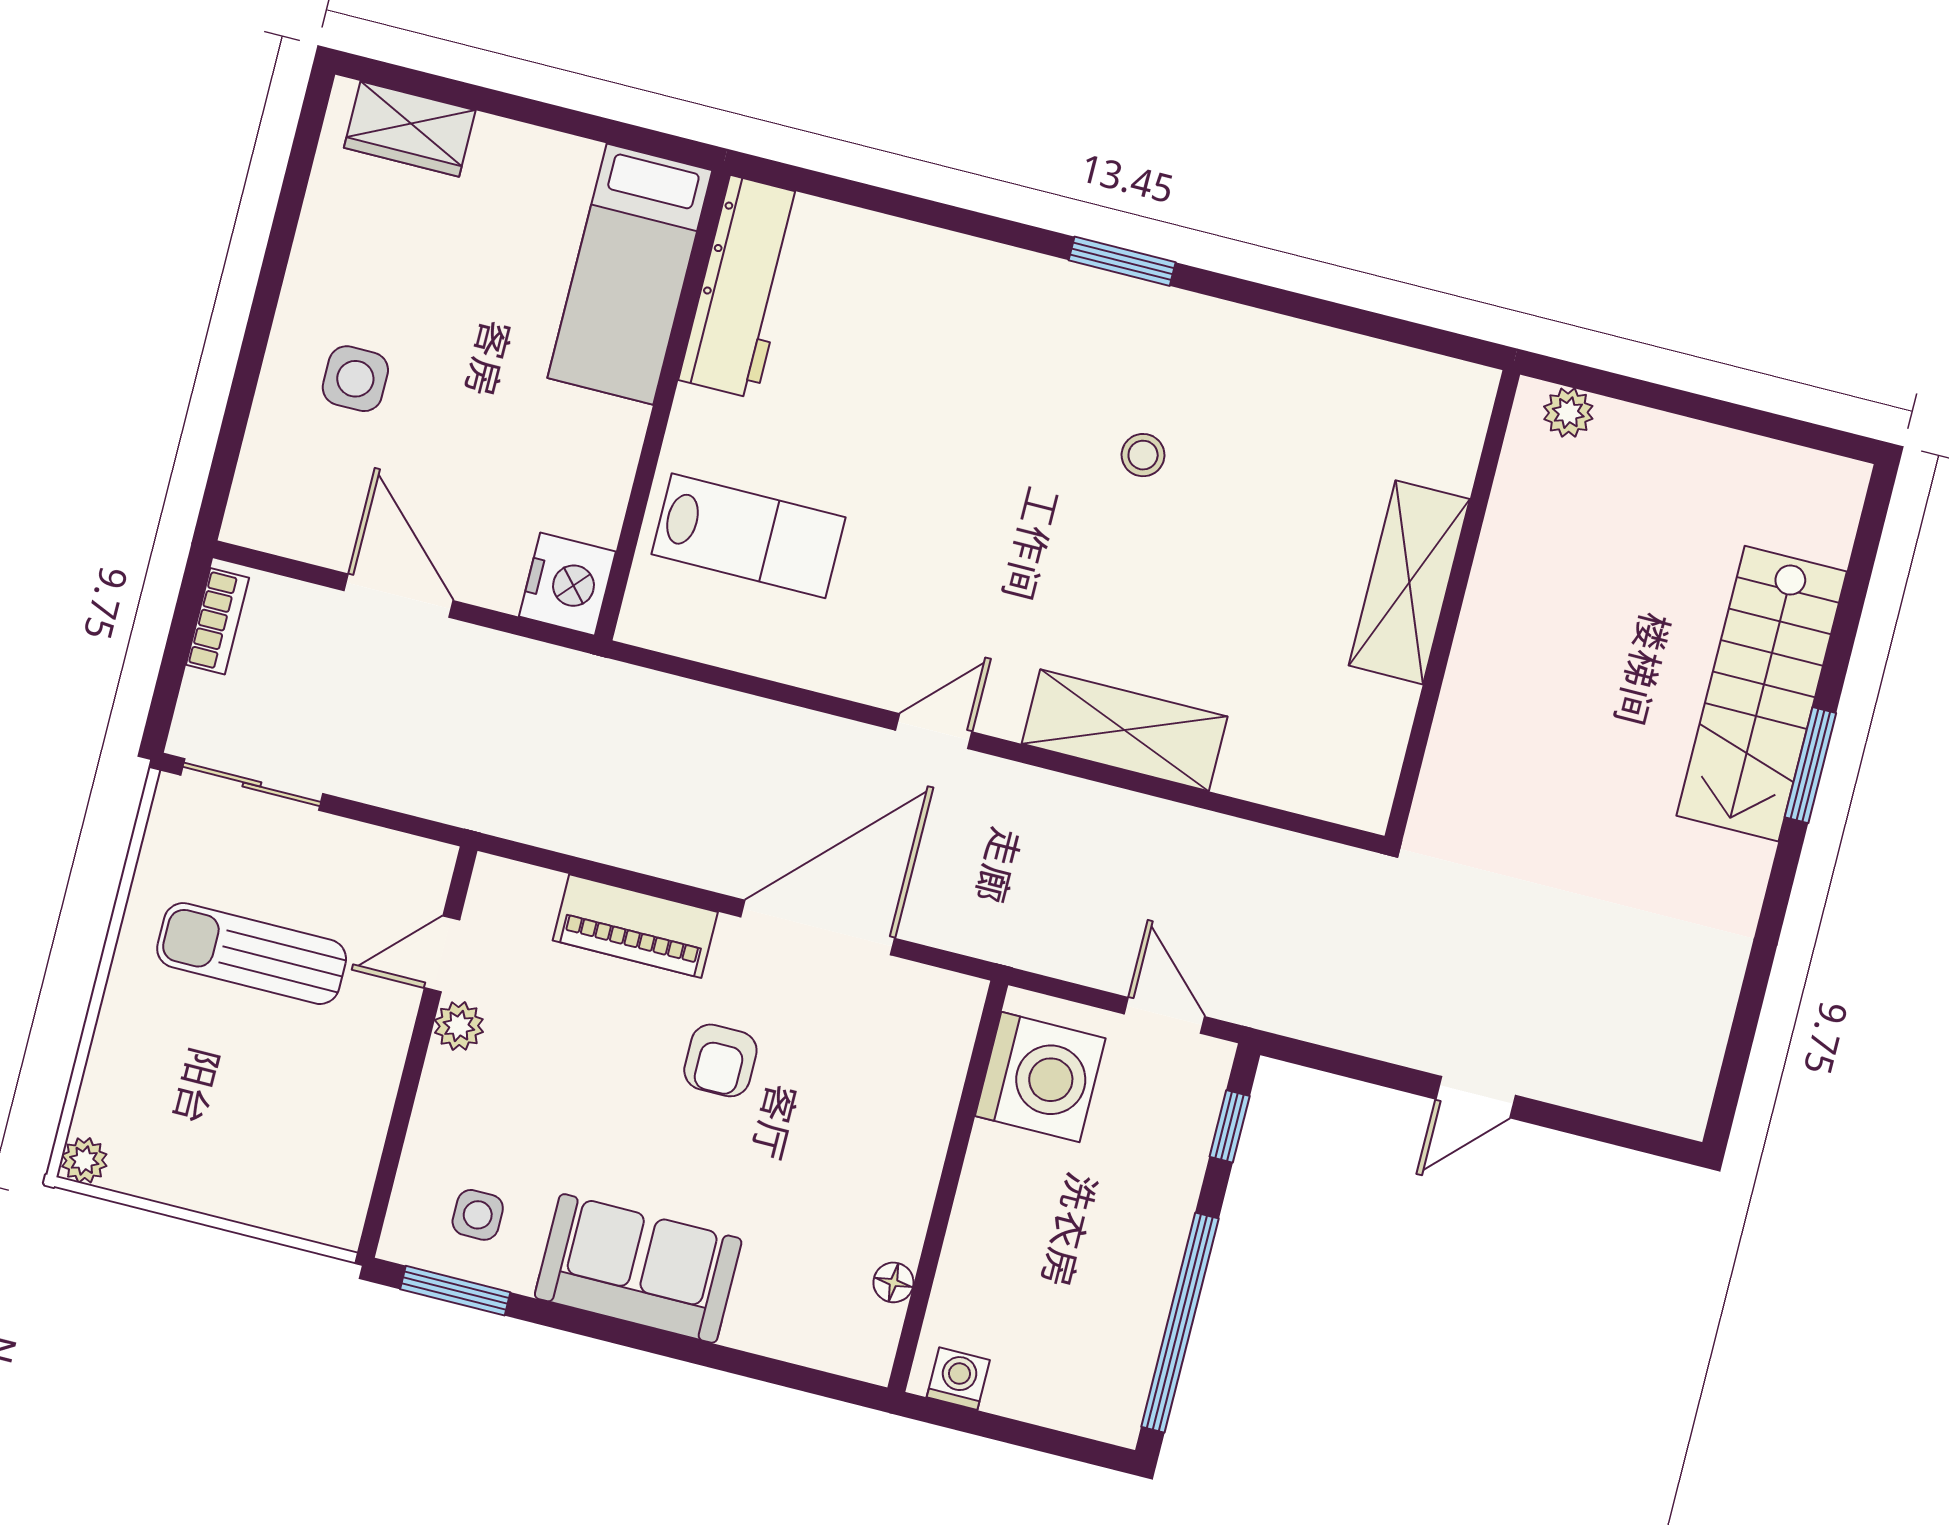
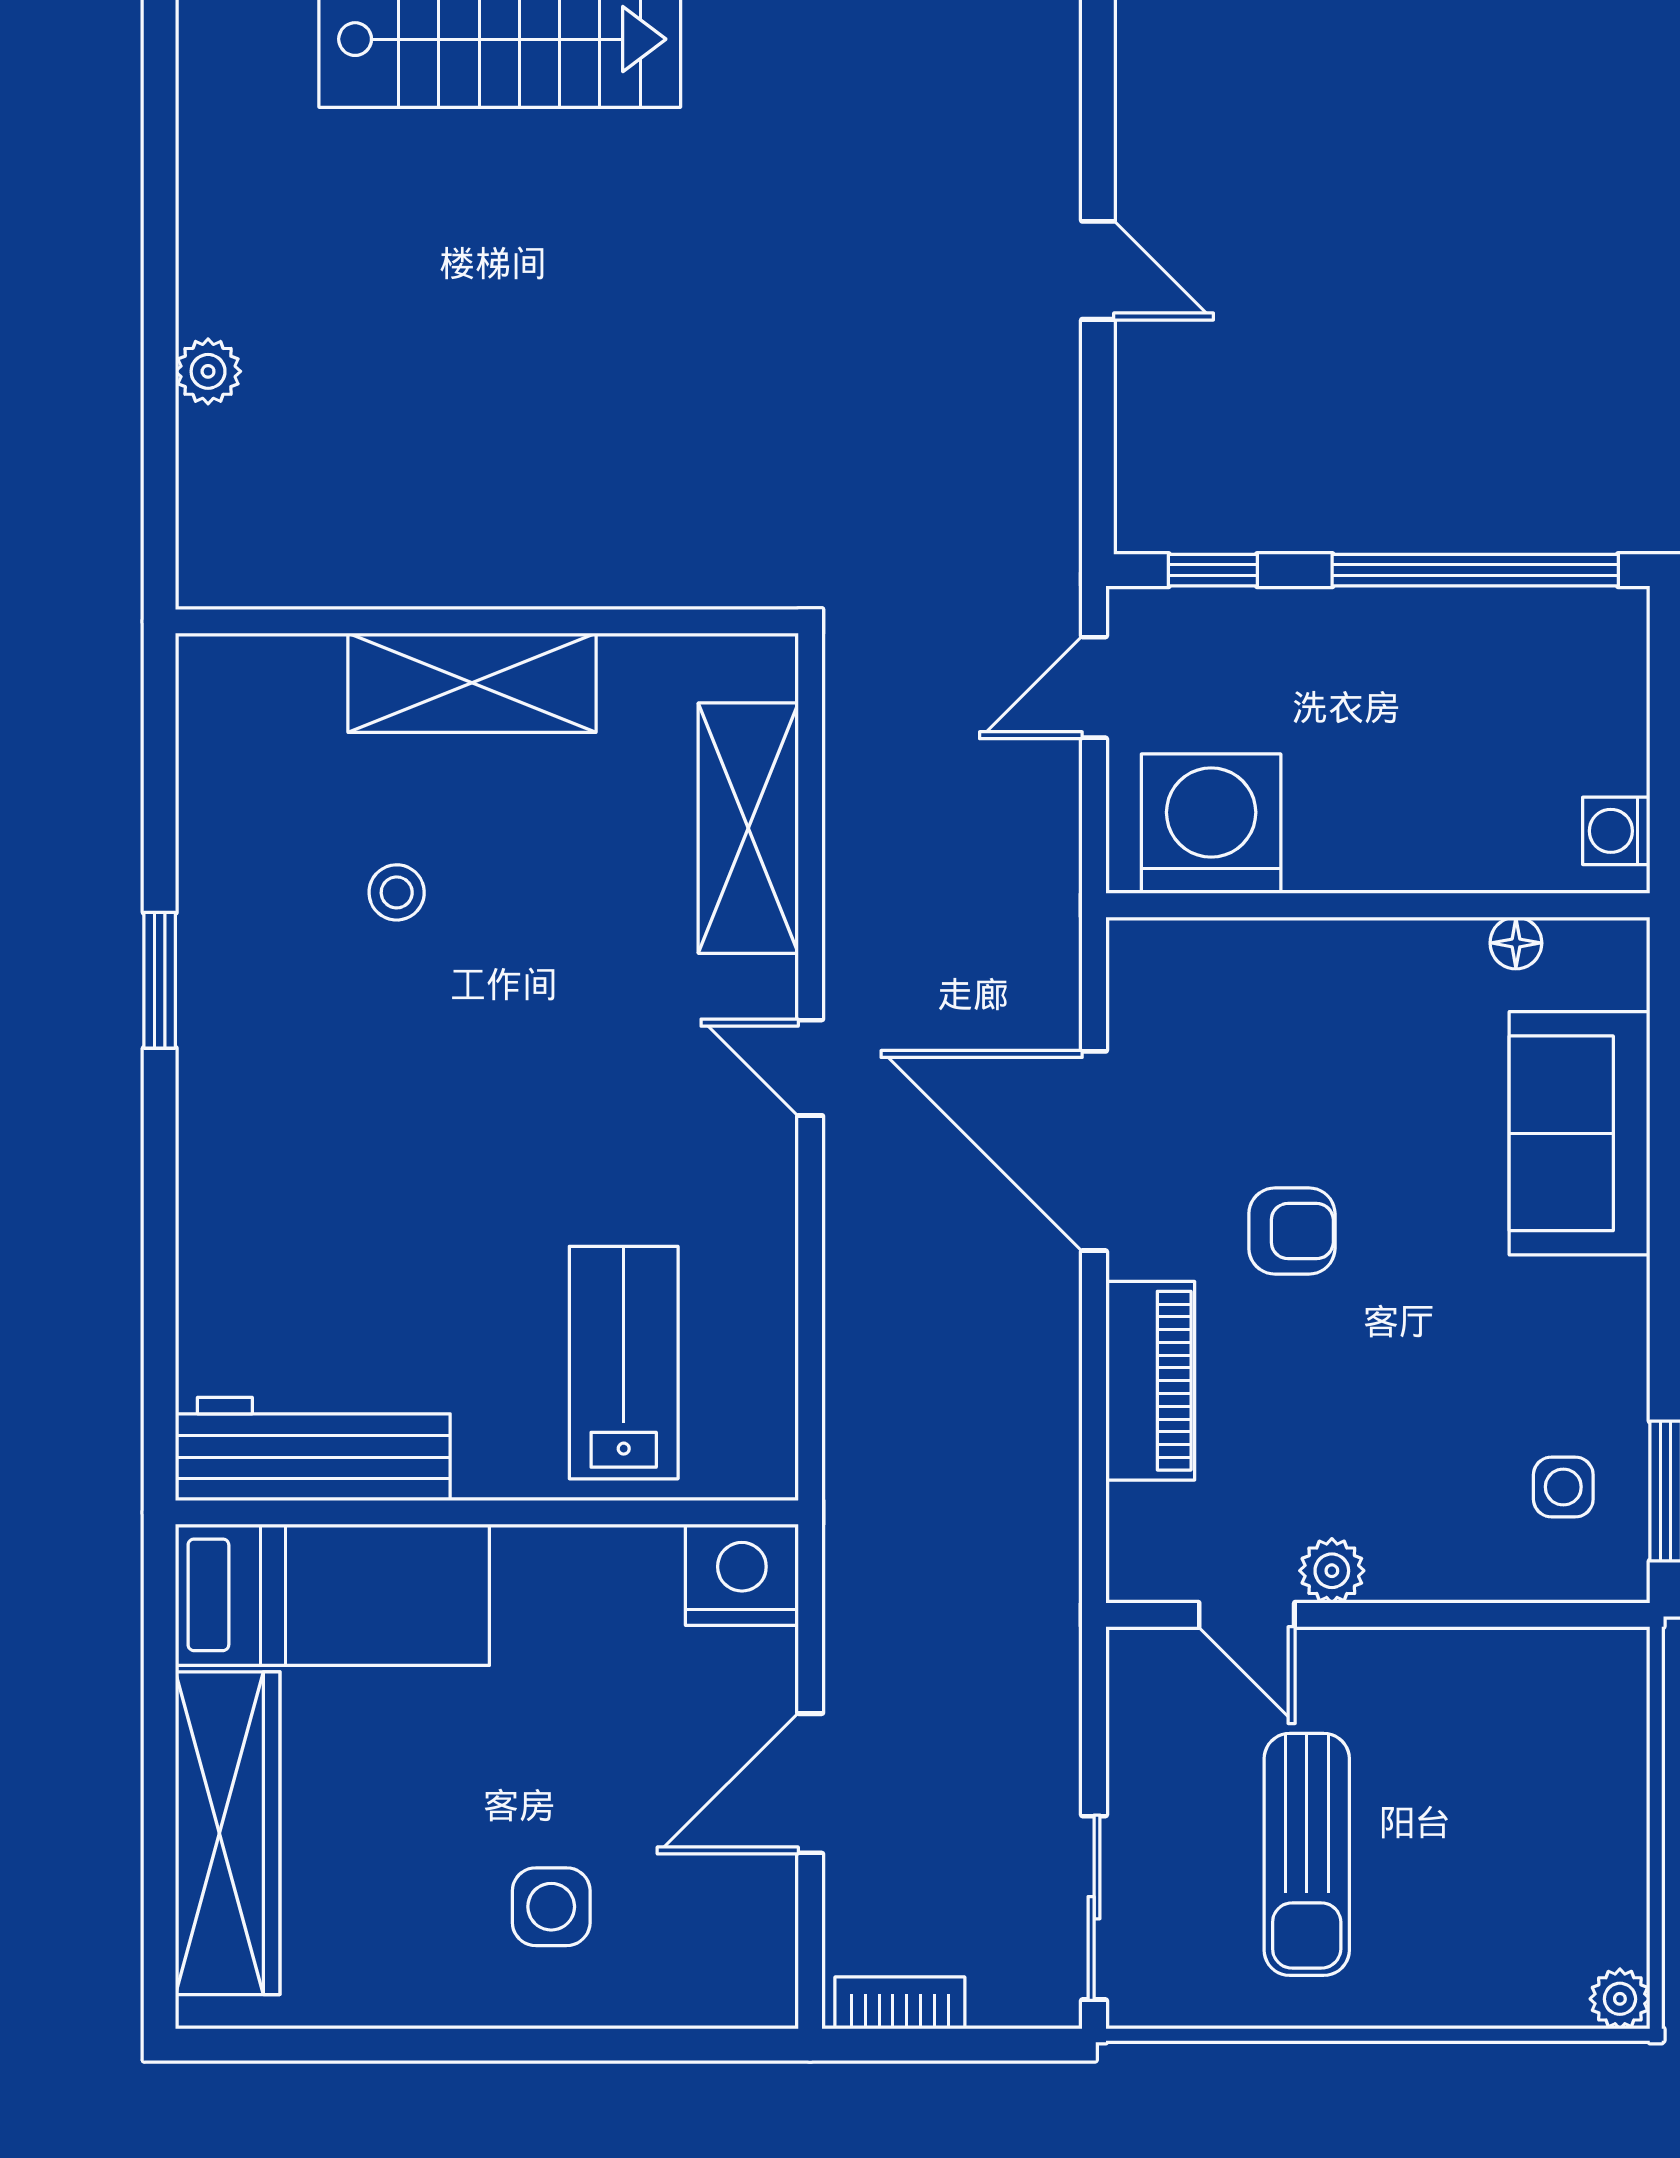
wardrobe: (410, 129) -> (228, 1833), width x2.10, depth x1.17
shelving: (1409, 582) -> (472, 683), moved
wall: (1452, 605) -> (487, 621), moved
sofa: (638, 1268) -> (1580, 1133), moved

